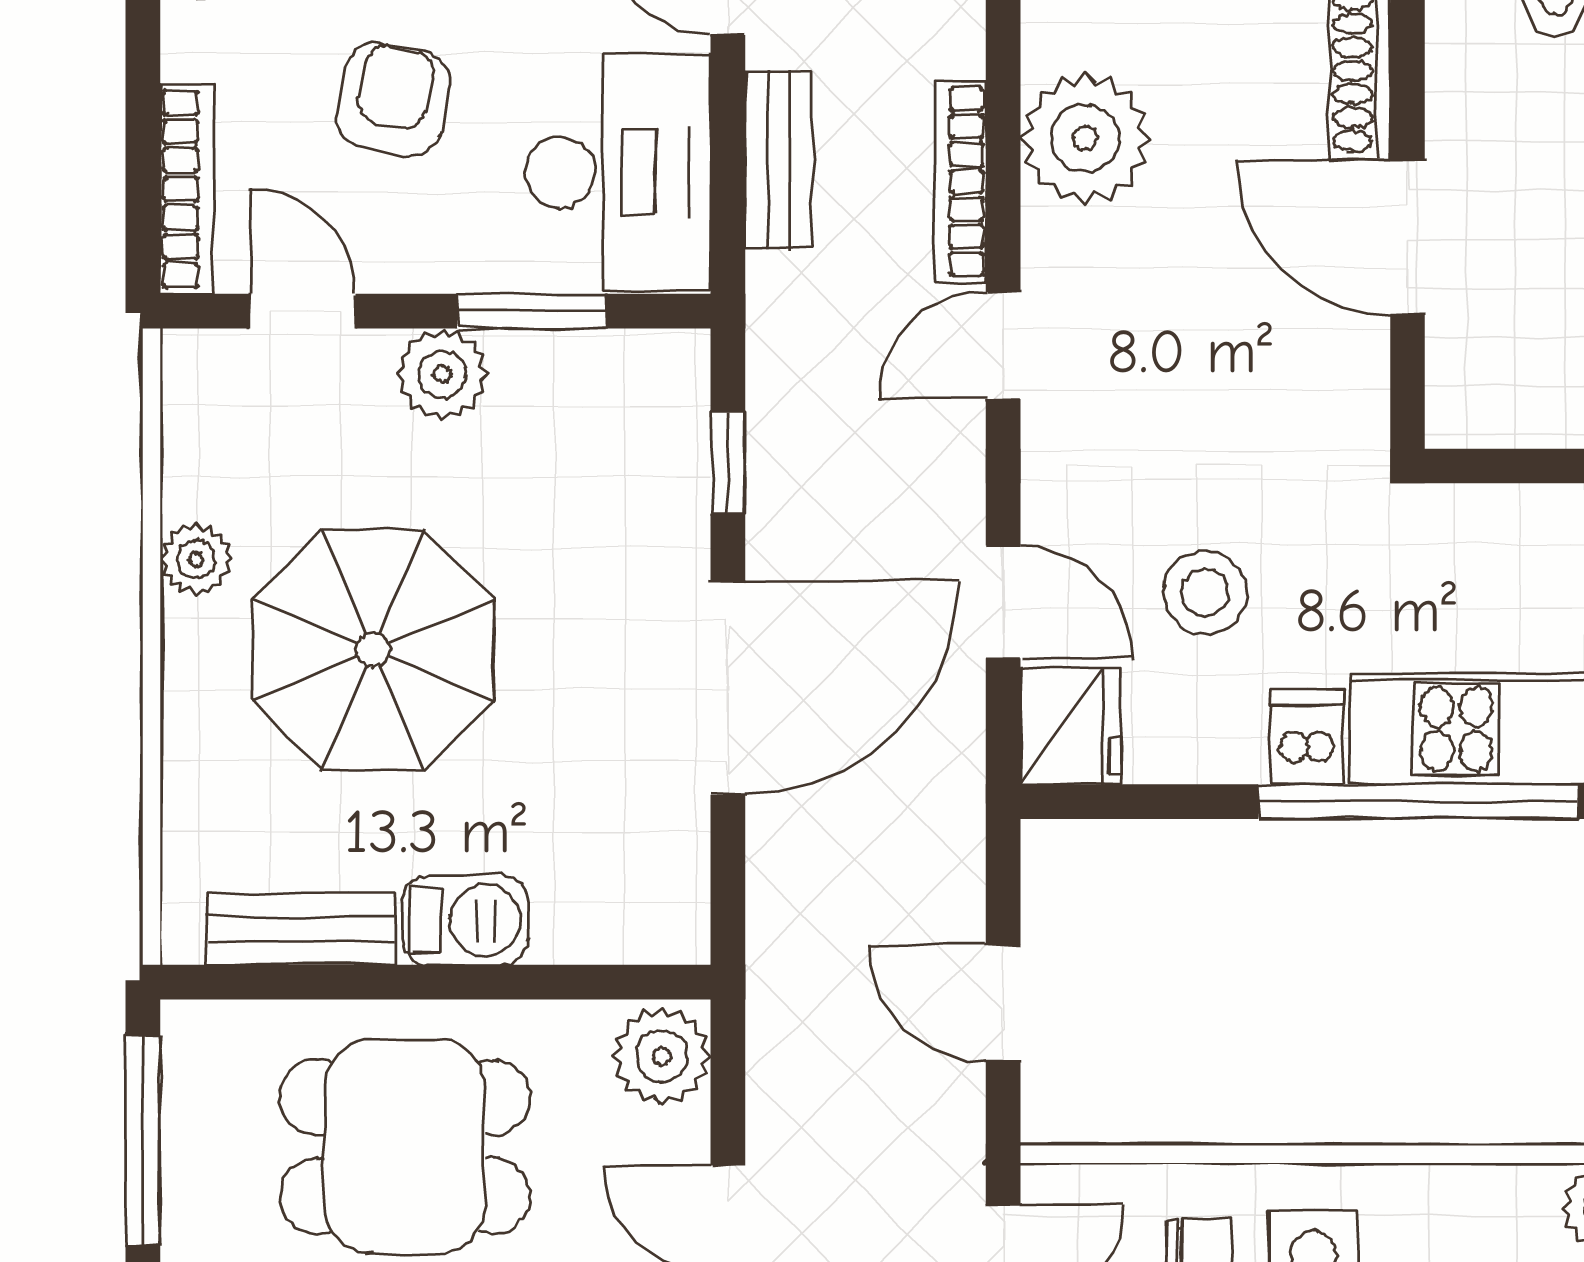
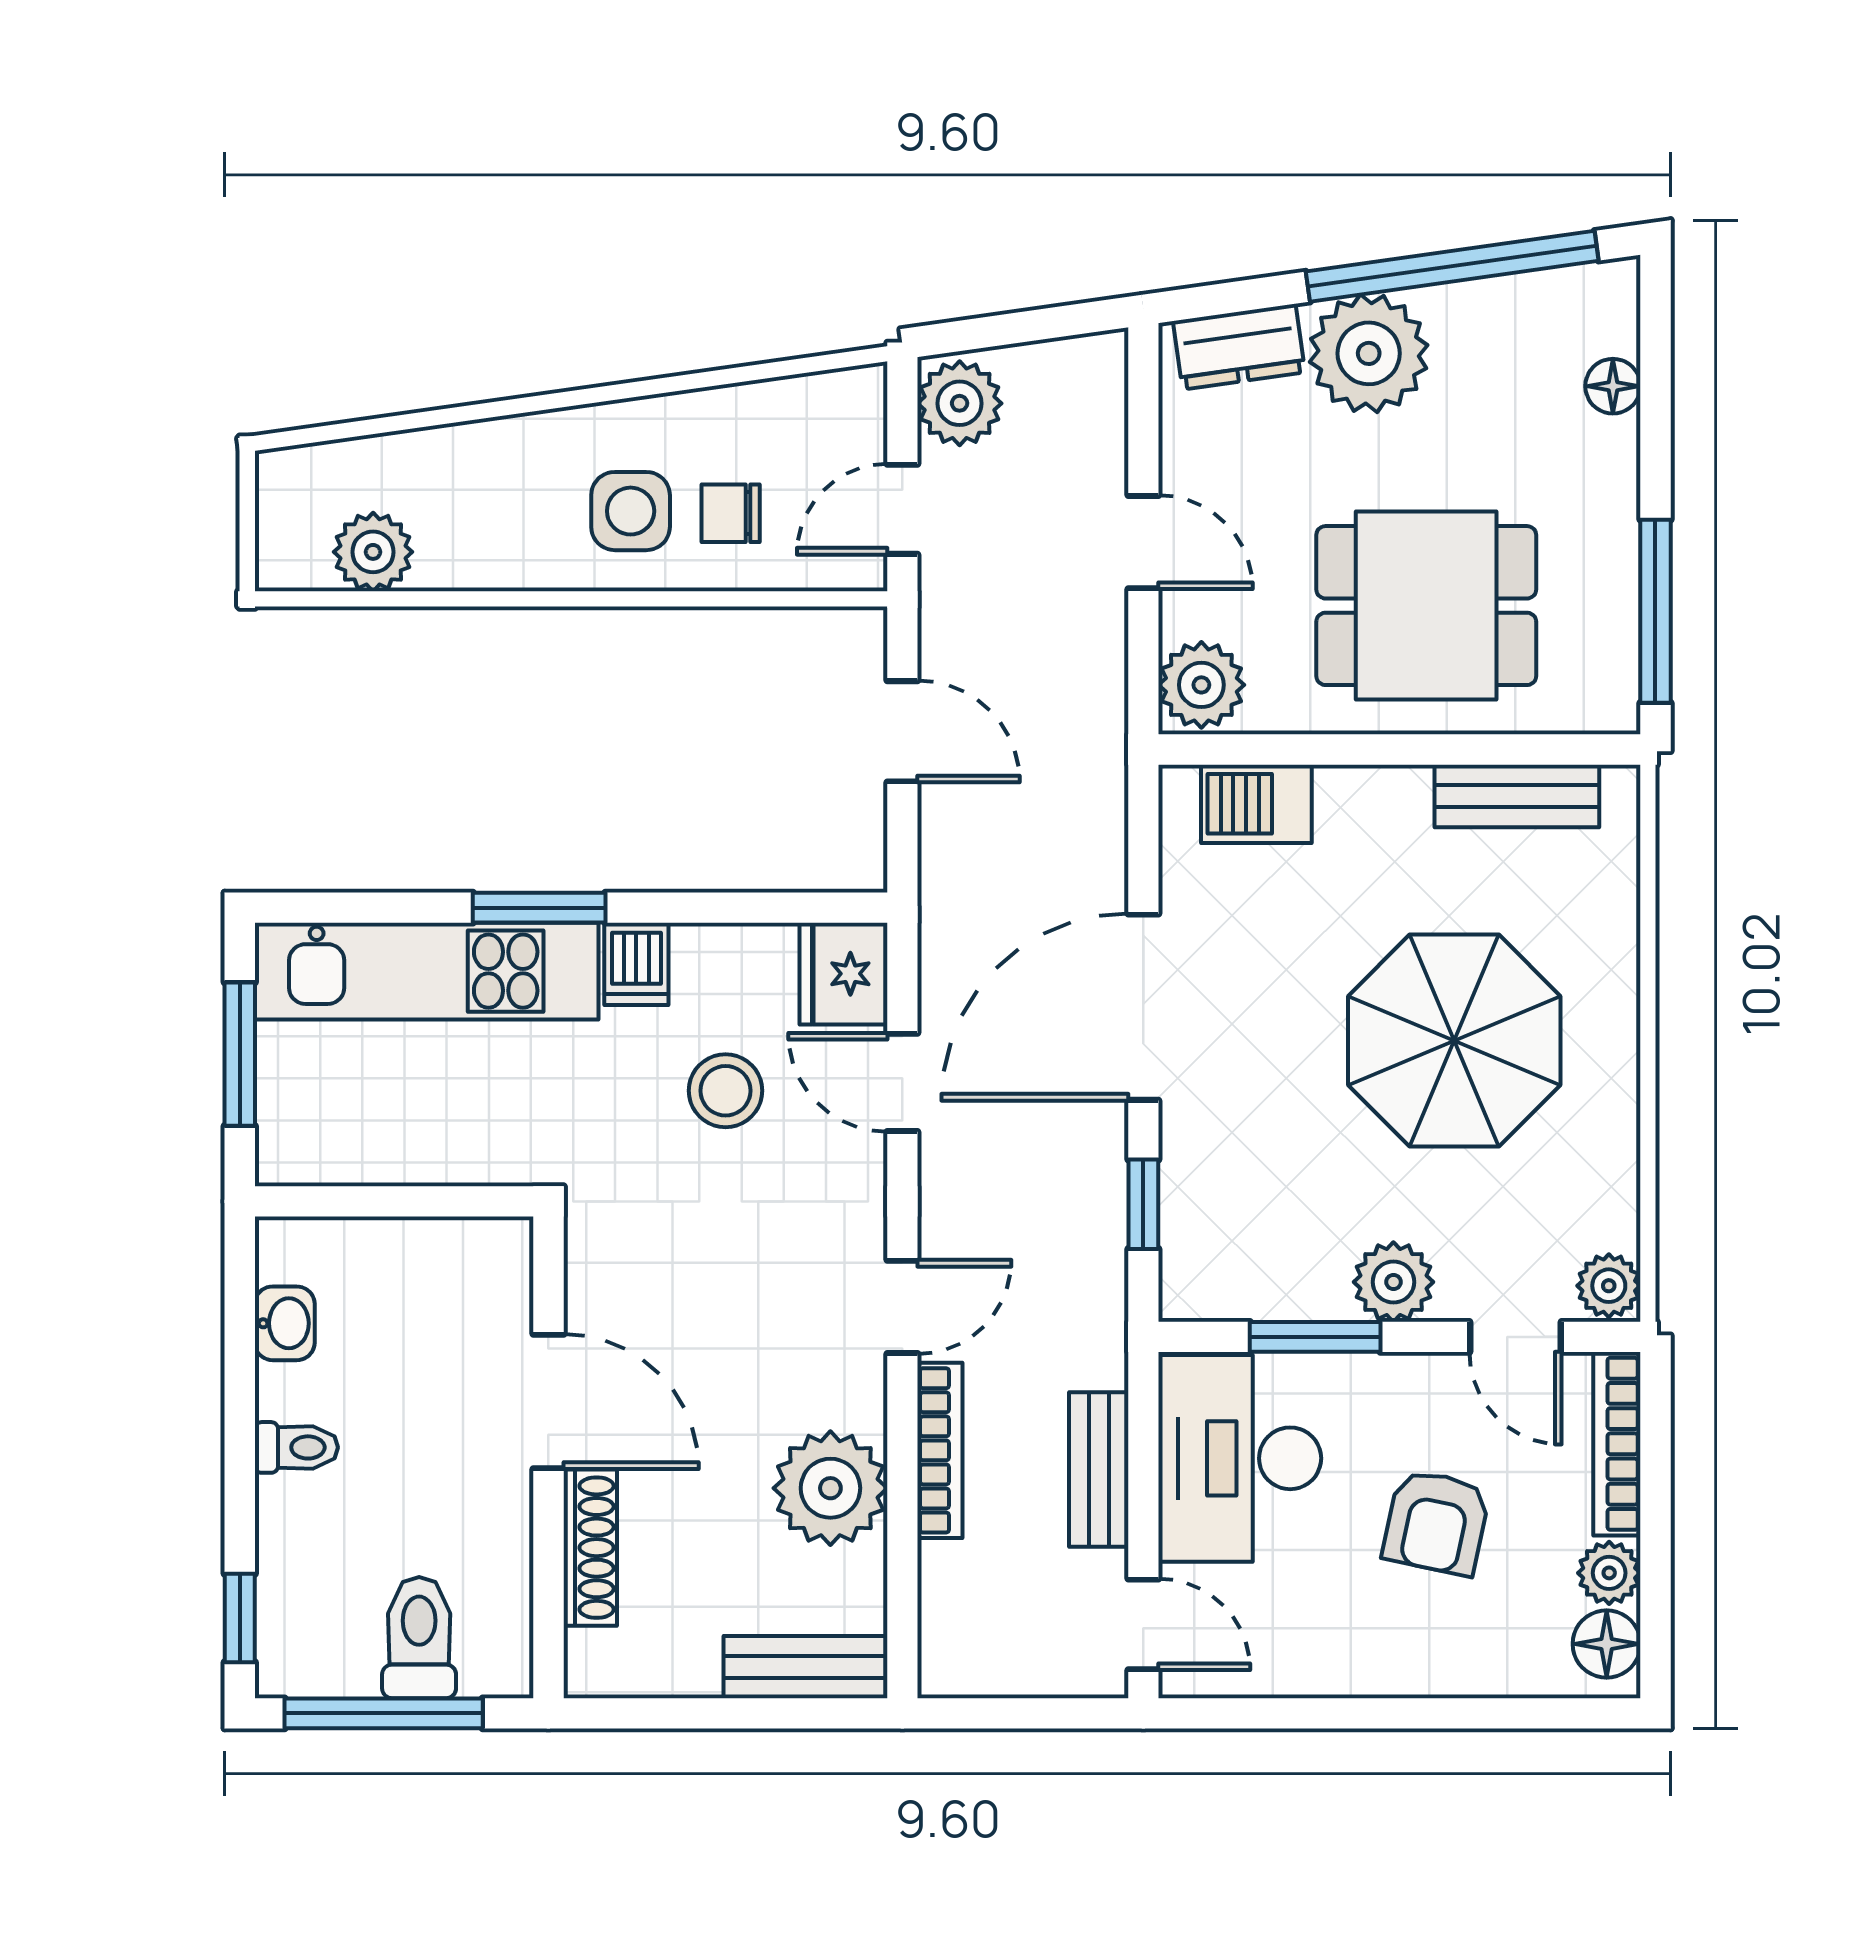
plant: (196, 42) -> (1609, 1573), added
plant: (196, 559) -> (1609, 1286), moved
window: (1418, 802) -> (539, 908), width x0.47
barbecue: (465, 920) -> (1256, 804), moved

